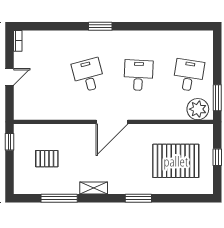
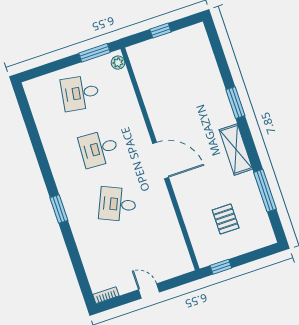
desk: (88, 75) -> (118, 204), turned 39
plant: (198, 109) -> (118, 63), width x0.53, depth x0.53
pallet: (176, 161) -> (180, 75), removed
shelving: (94, 188) -> (236, 149), width x1.50, depth x1.33

